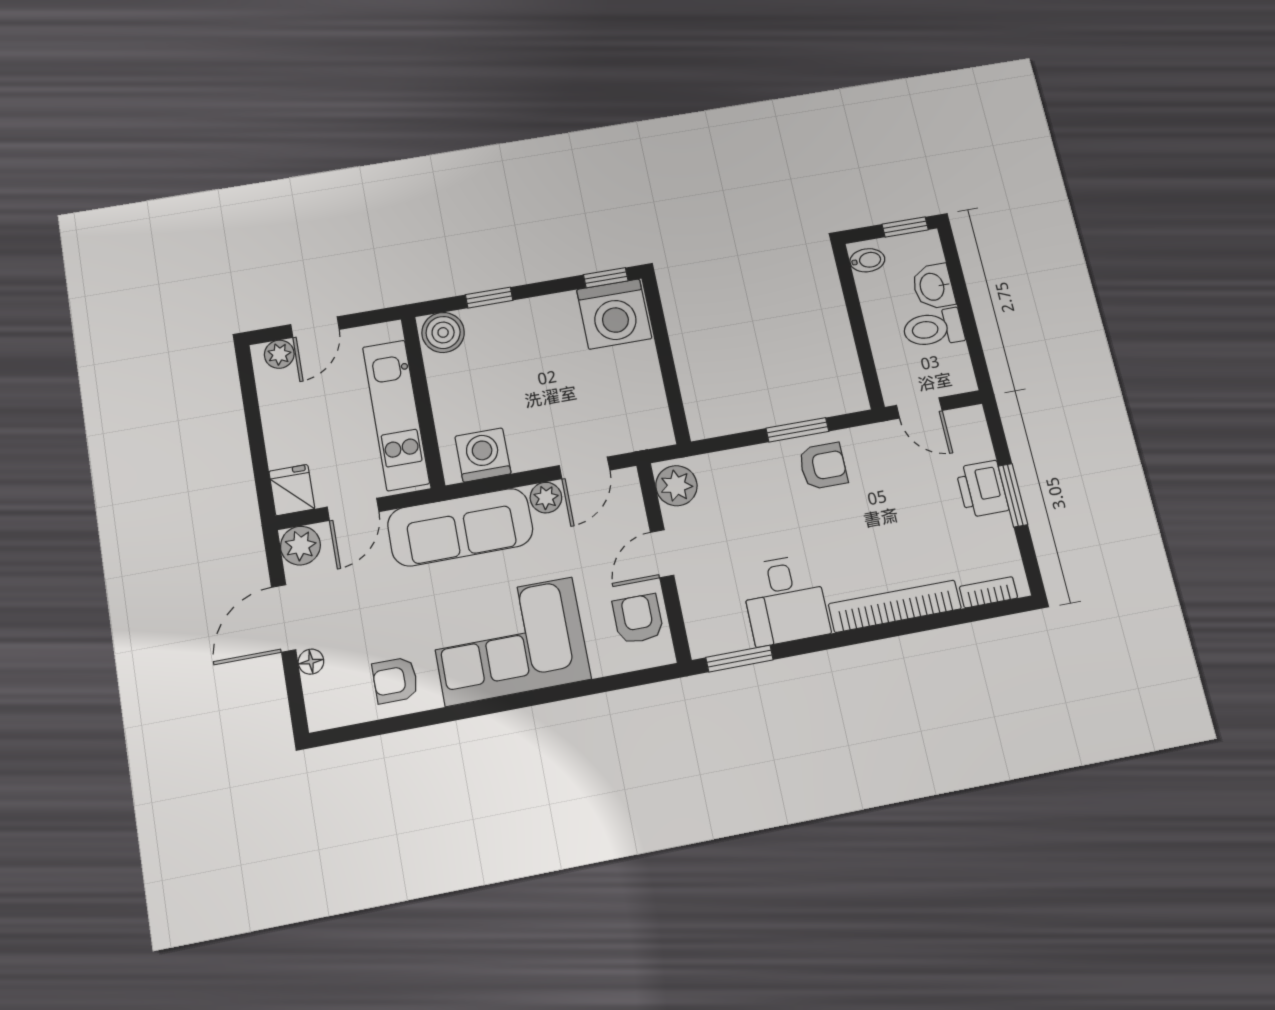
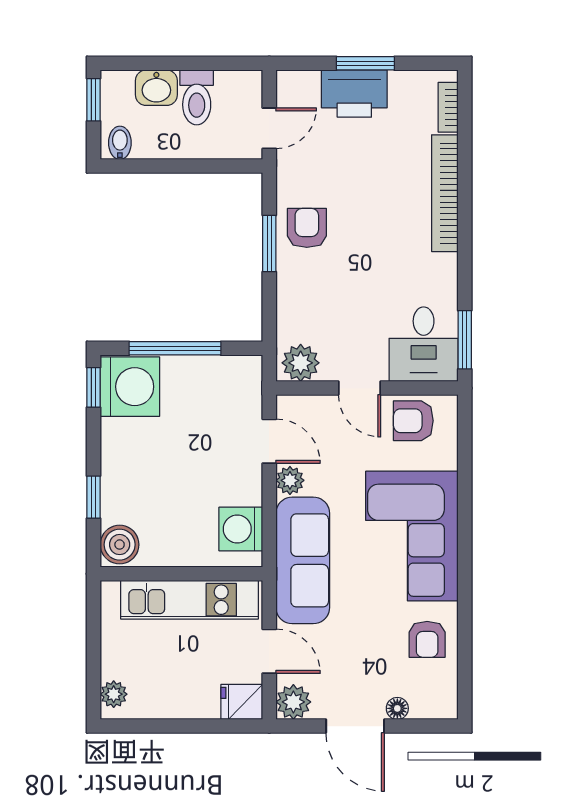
door: (315, 327) -> (94, 658), removed
window: (664, 353) -> (175, 348), added
printer: (982, 489) -> (354, 94), width x1.37, depth x1.19
desk: (785, 600) -> (424, 344), moved, turned 90

